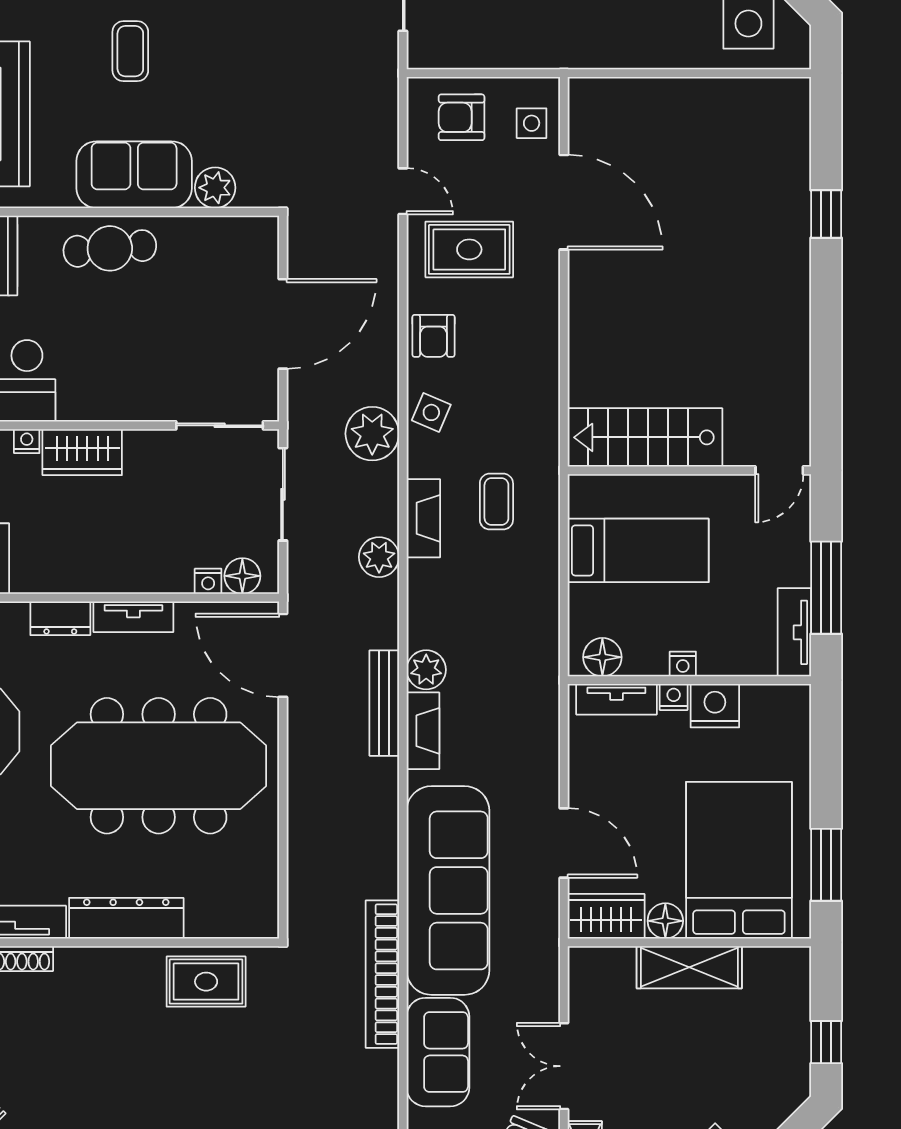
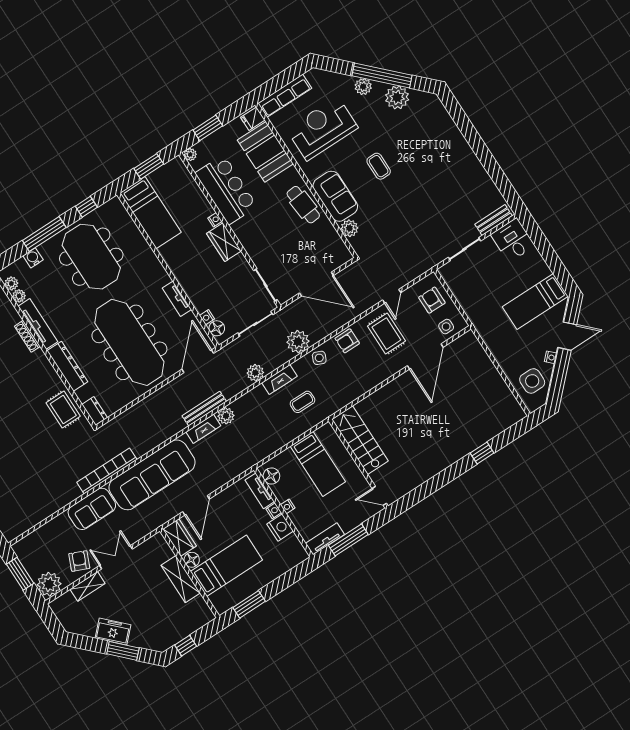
coffee table: (130, 51) -> (379, 166), turned 90
dresser: (60, 618) -> (95, 411), moved, turned 180
bed: (739, 860) -> (226, 566), width x0.67

